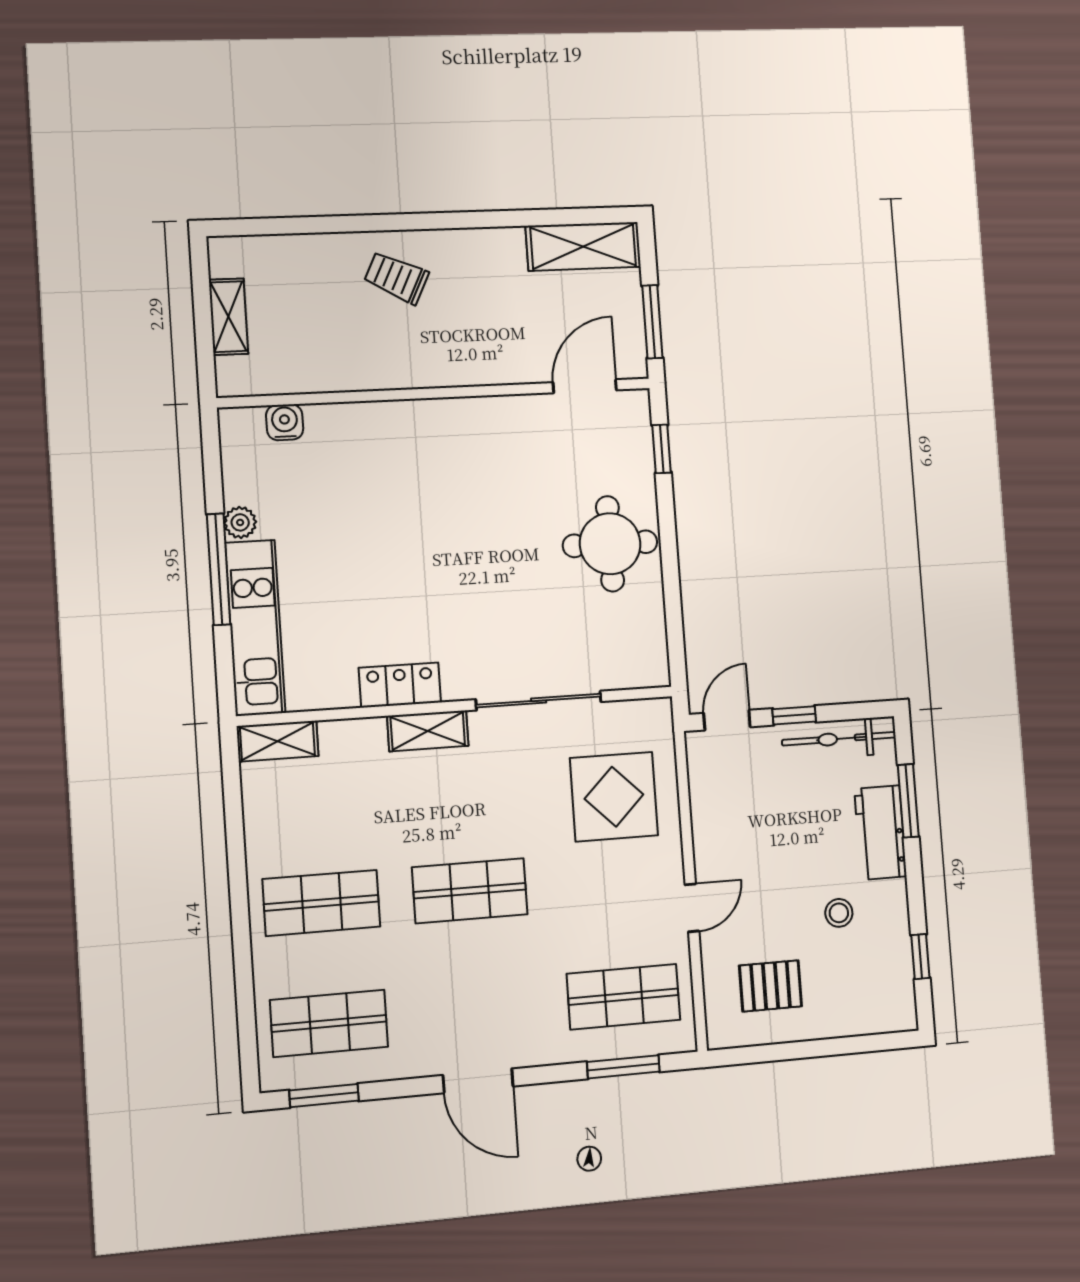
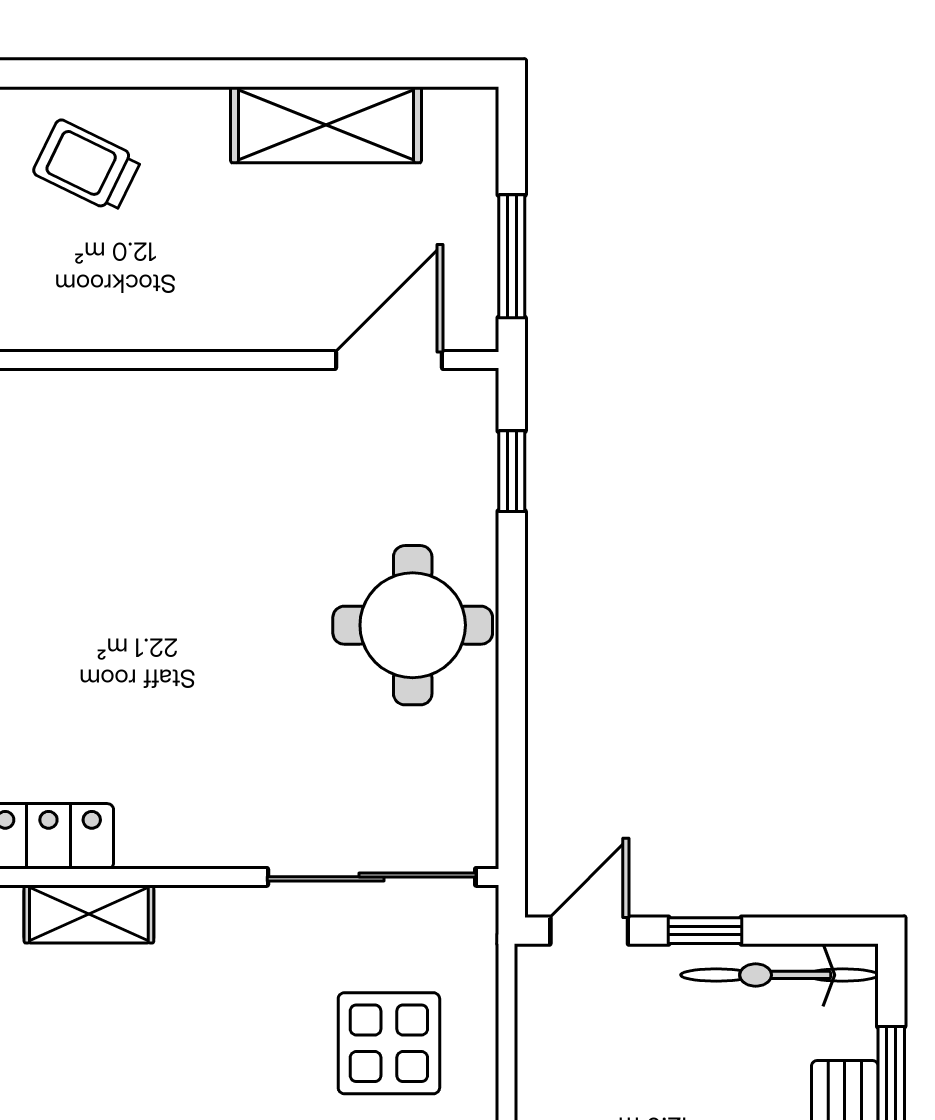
shelving: (583, 246) -> (326, 125), moved
sliding door: (539, 701) -> (372, 877), moved
display table: (614, 797) -> (389, 1043), width x0.73, depth x0.73

